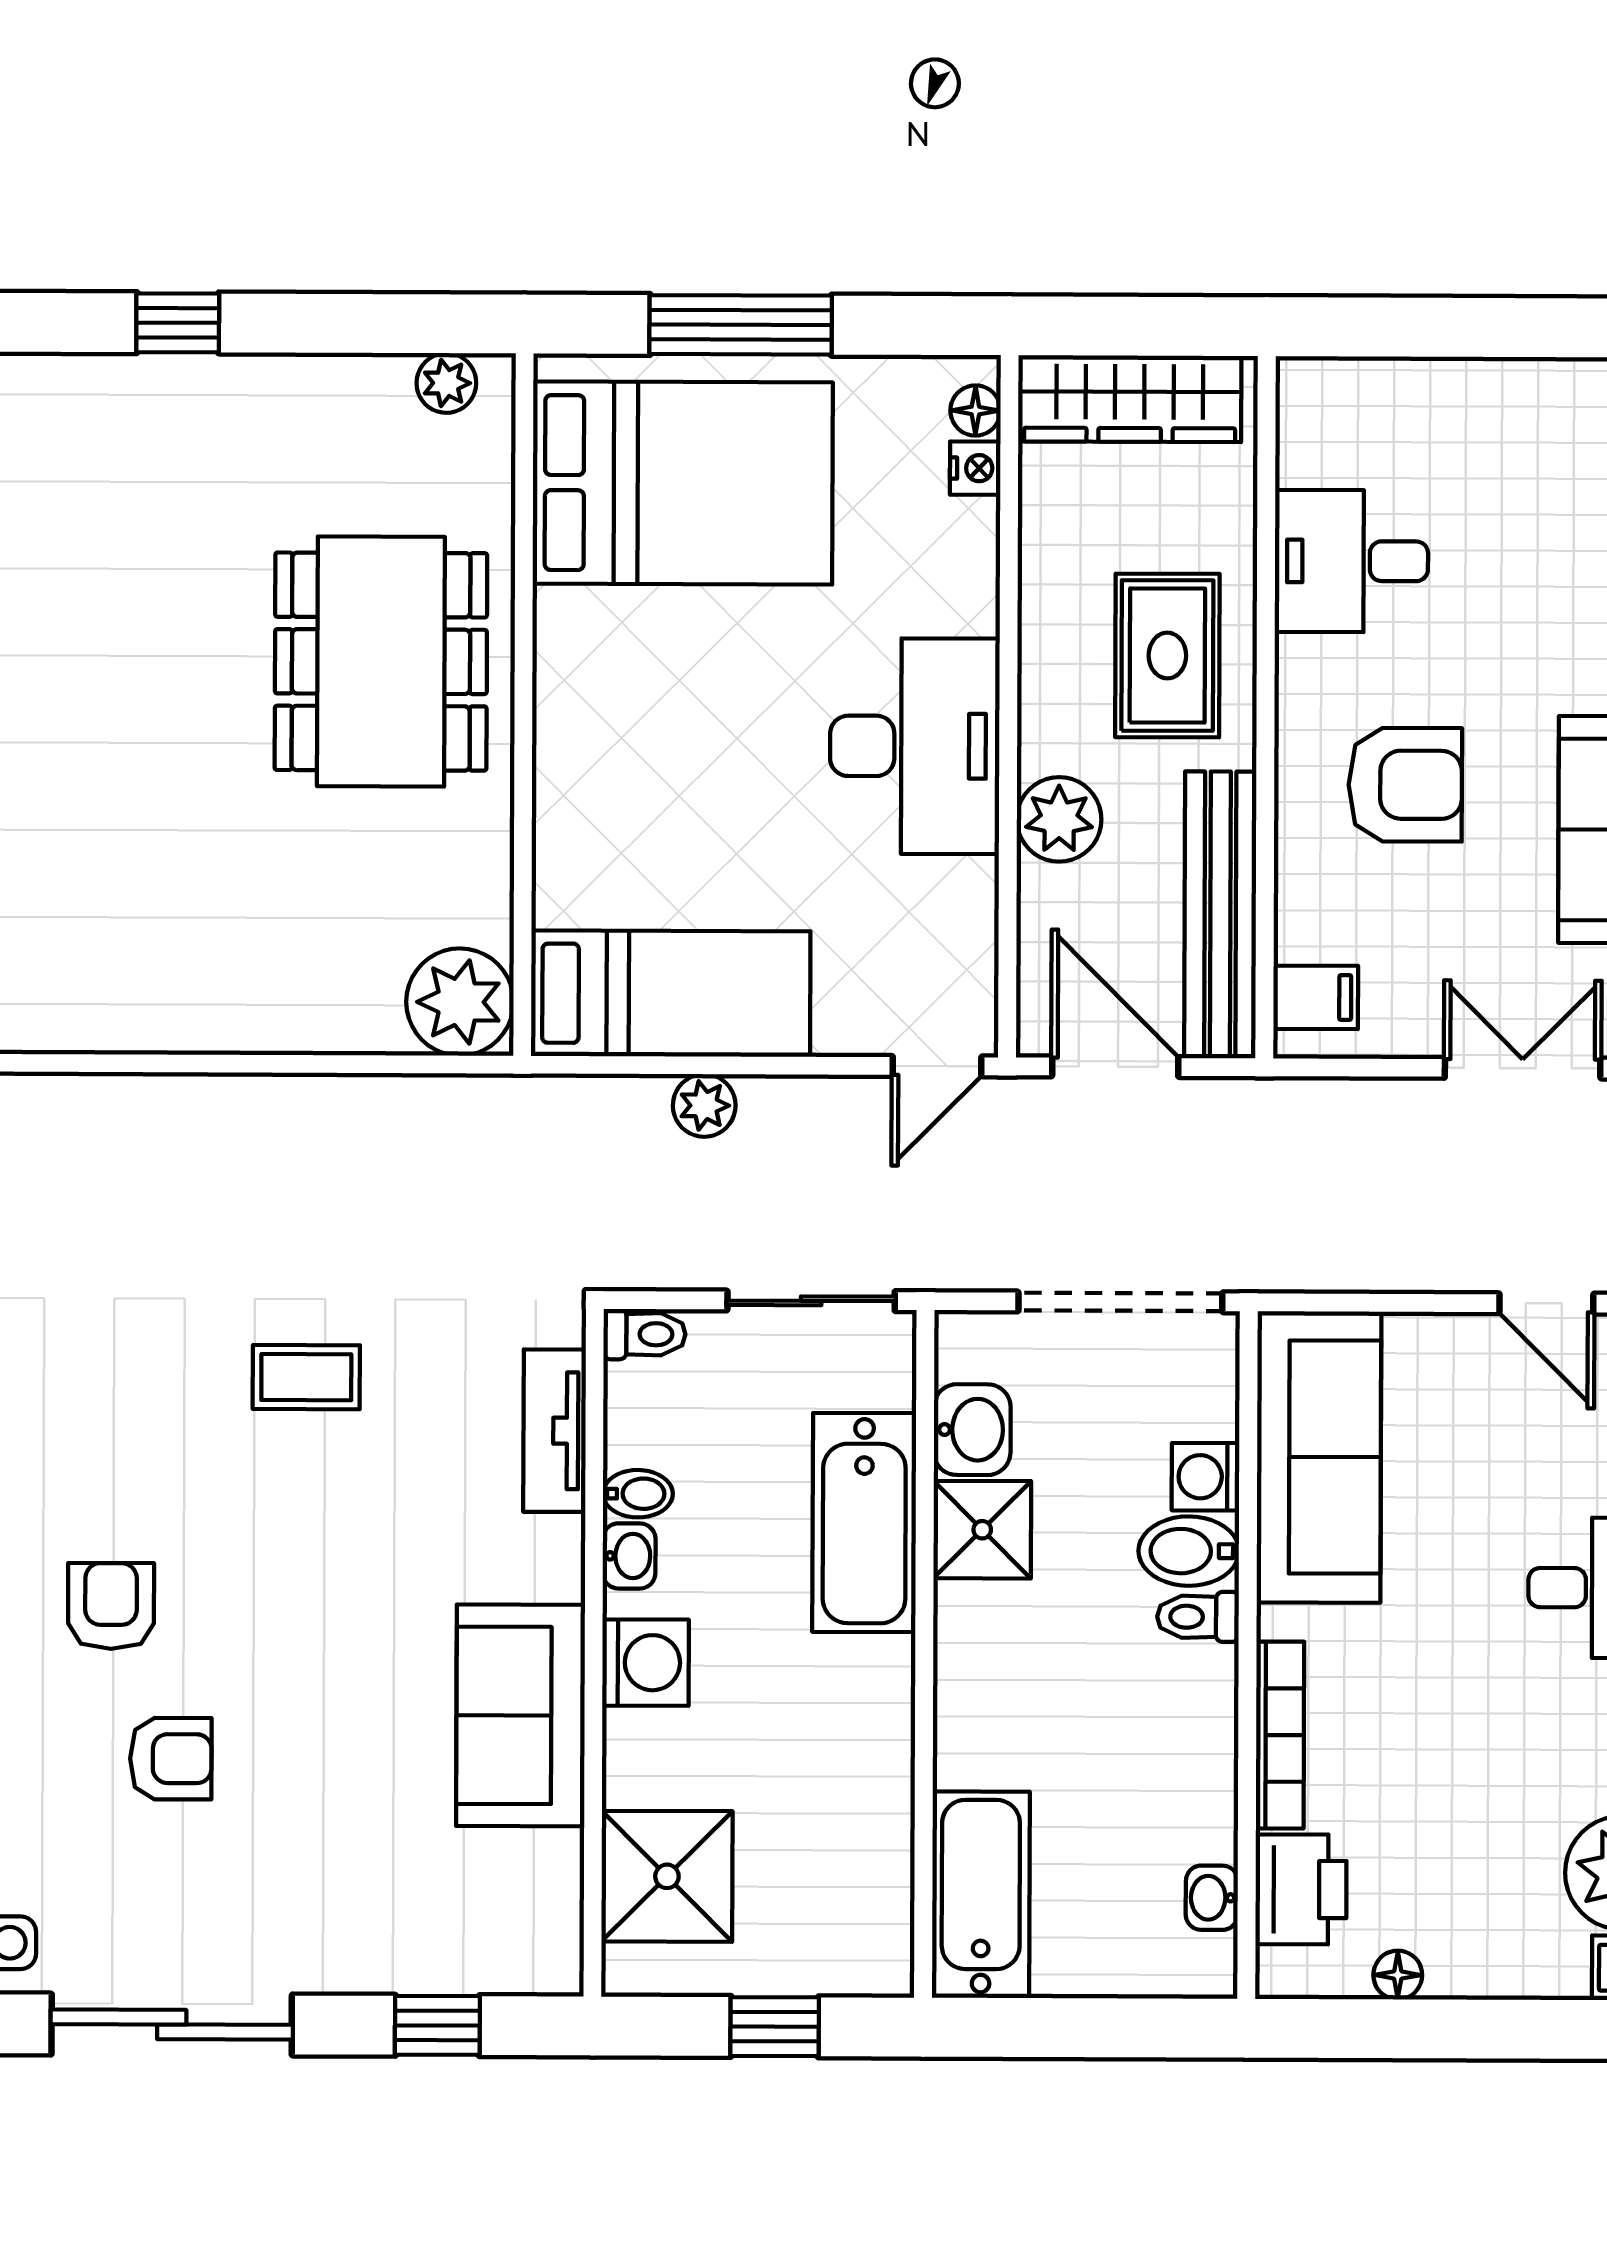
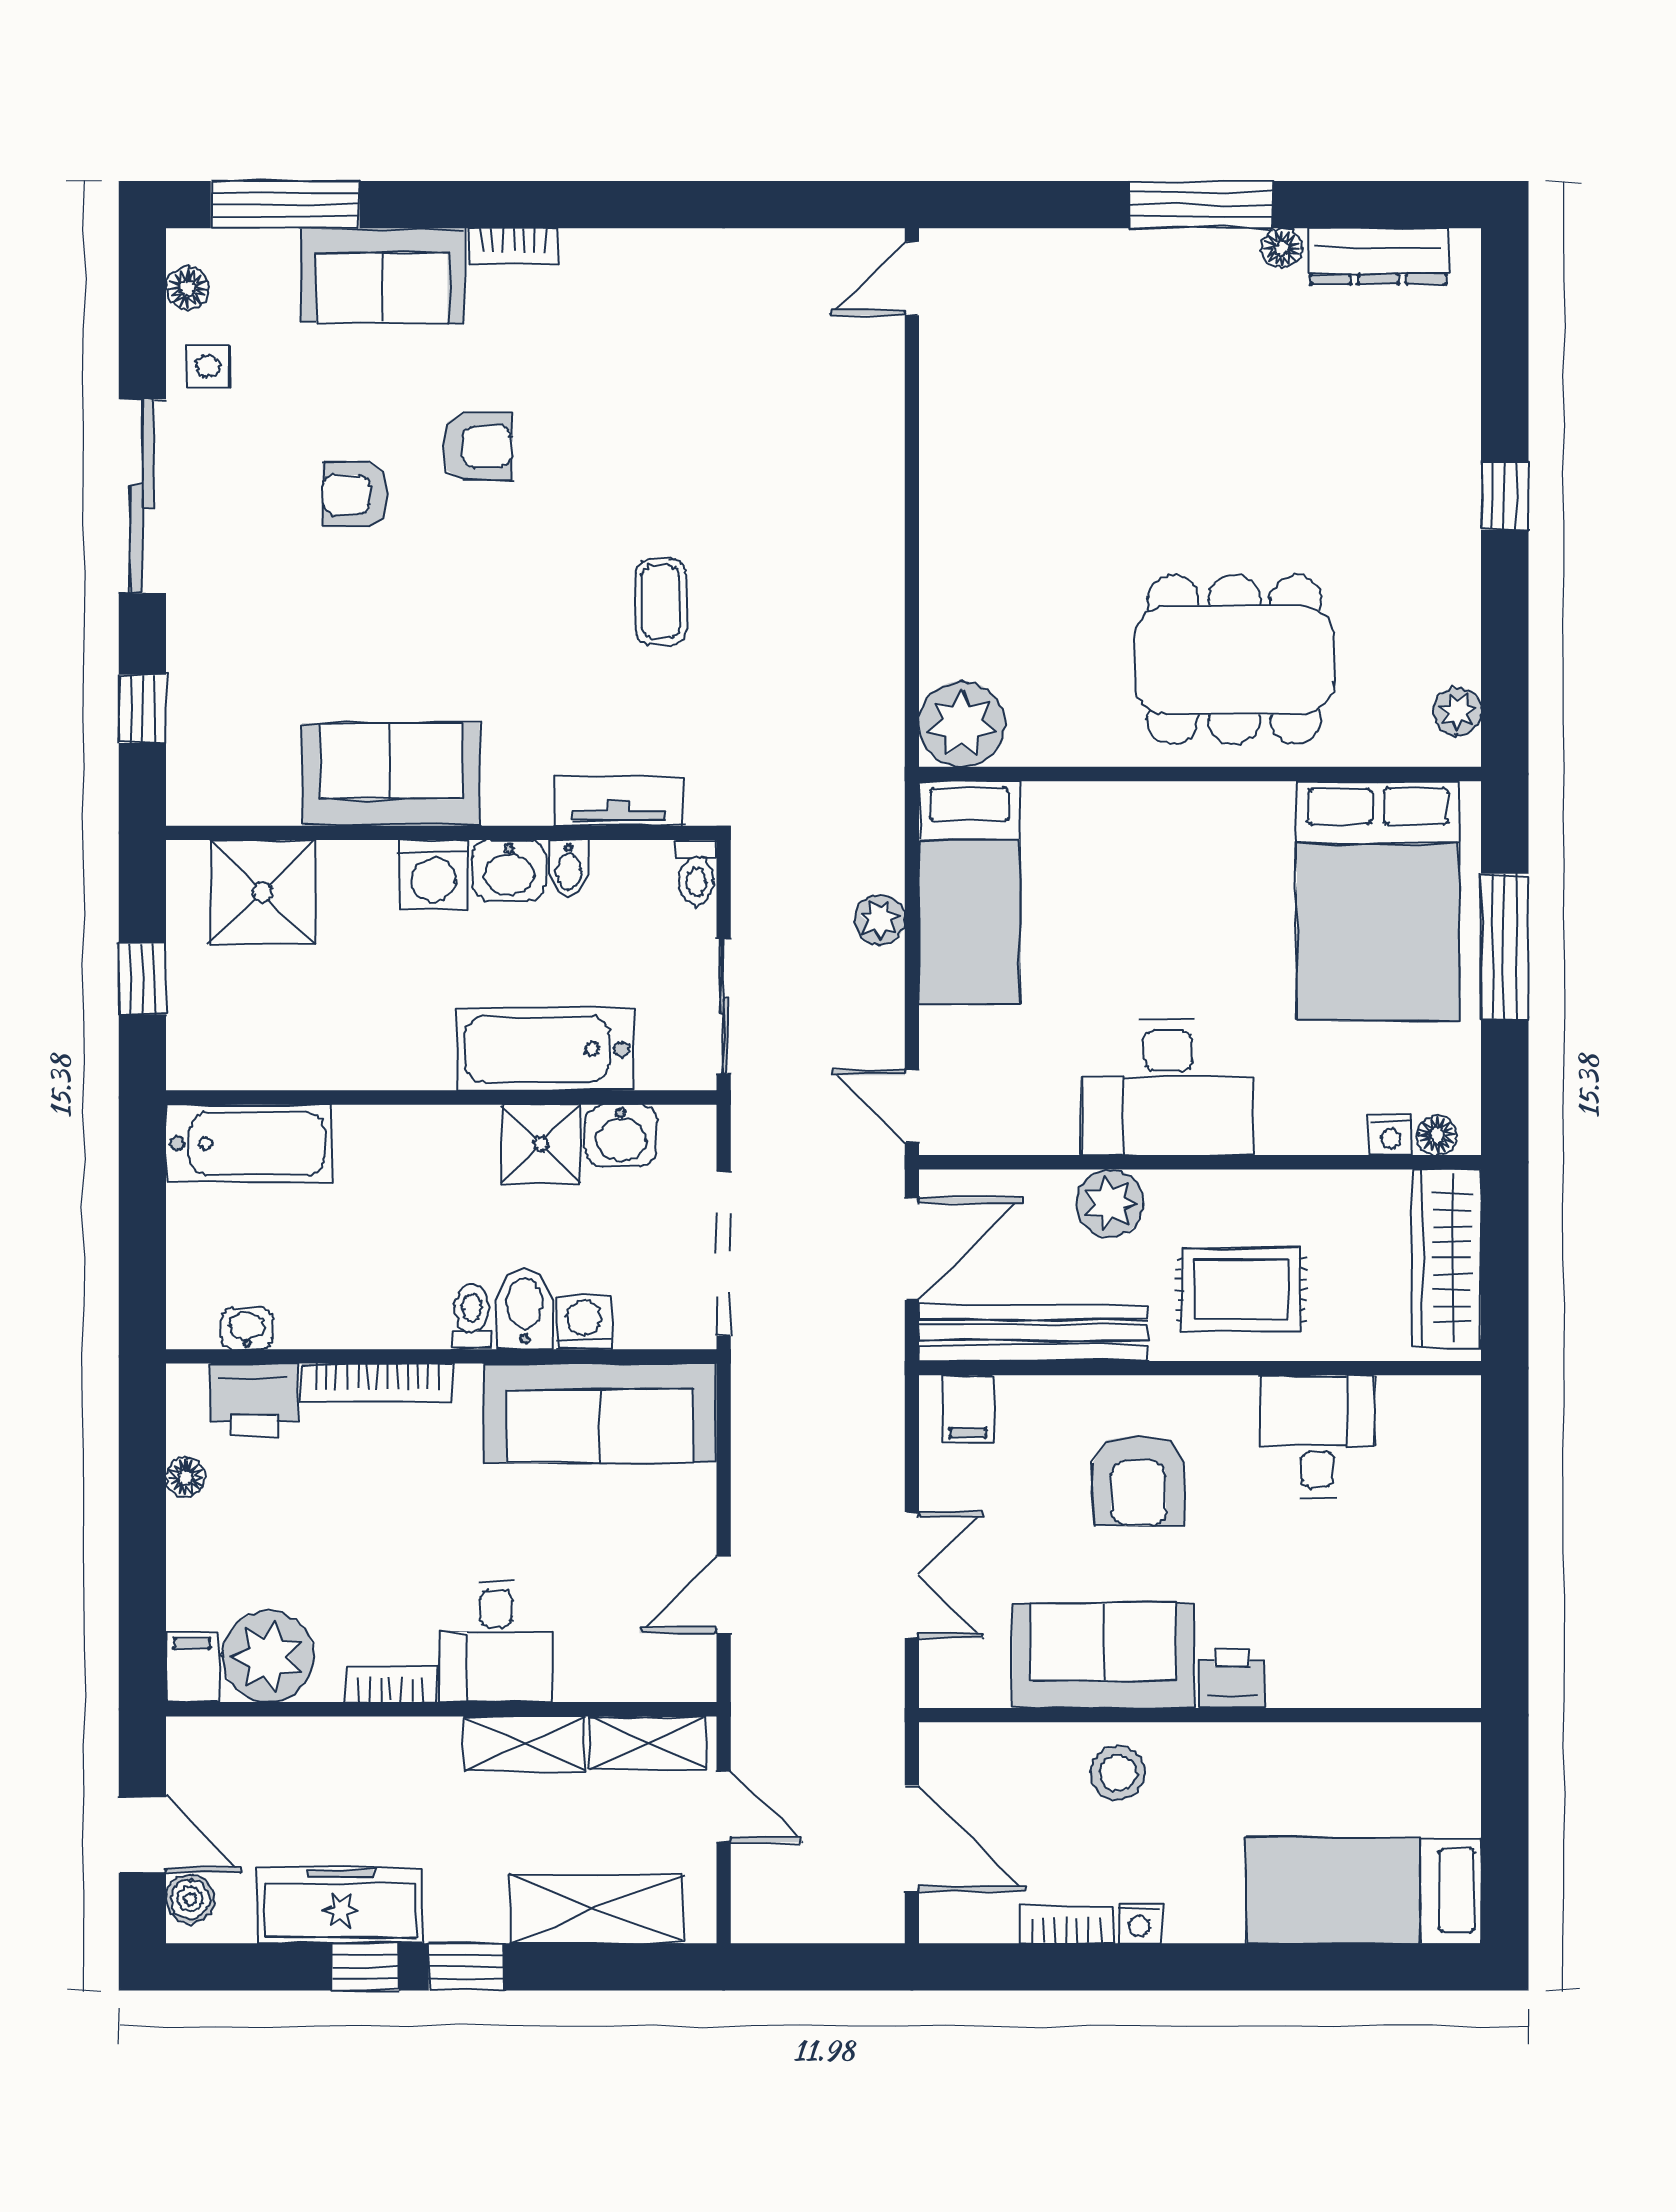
washbasin: (629, 1556) -> (509, 870), width x1.38, depth x1.45
armchair: (171, 1759) -> (355, 495), turned 90

